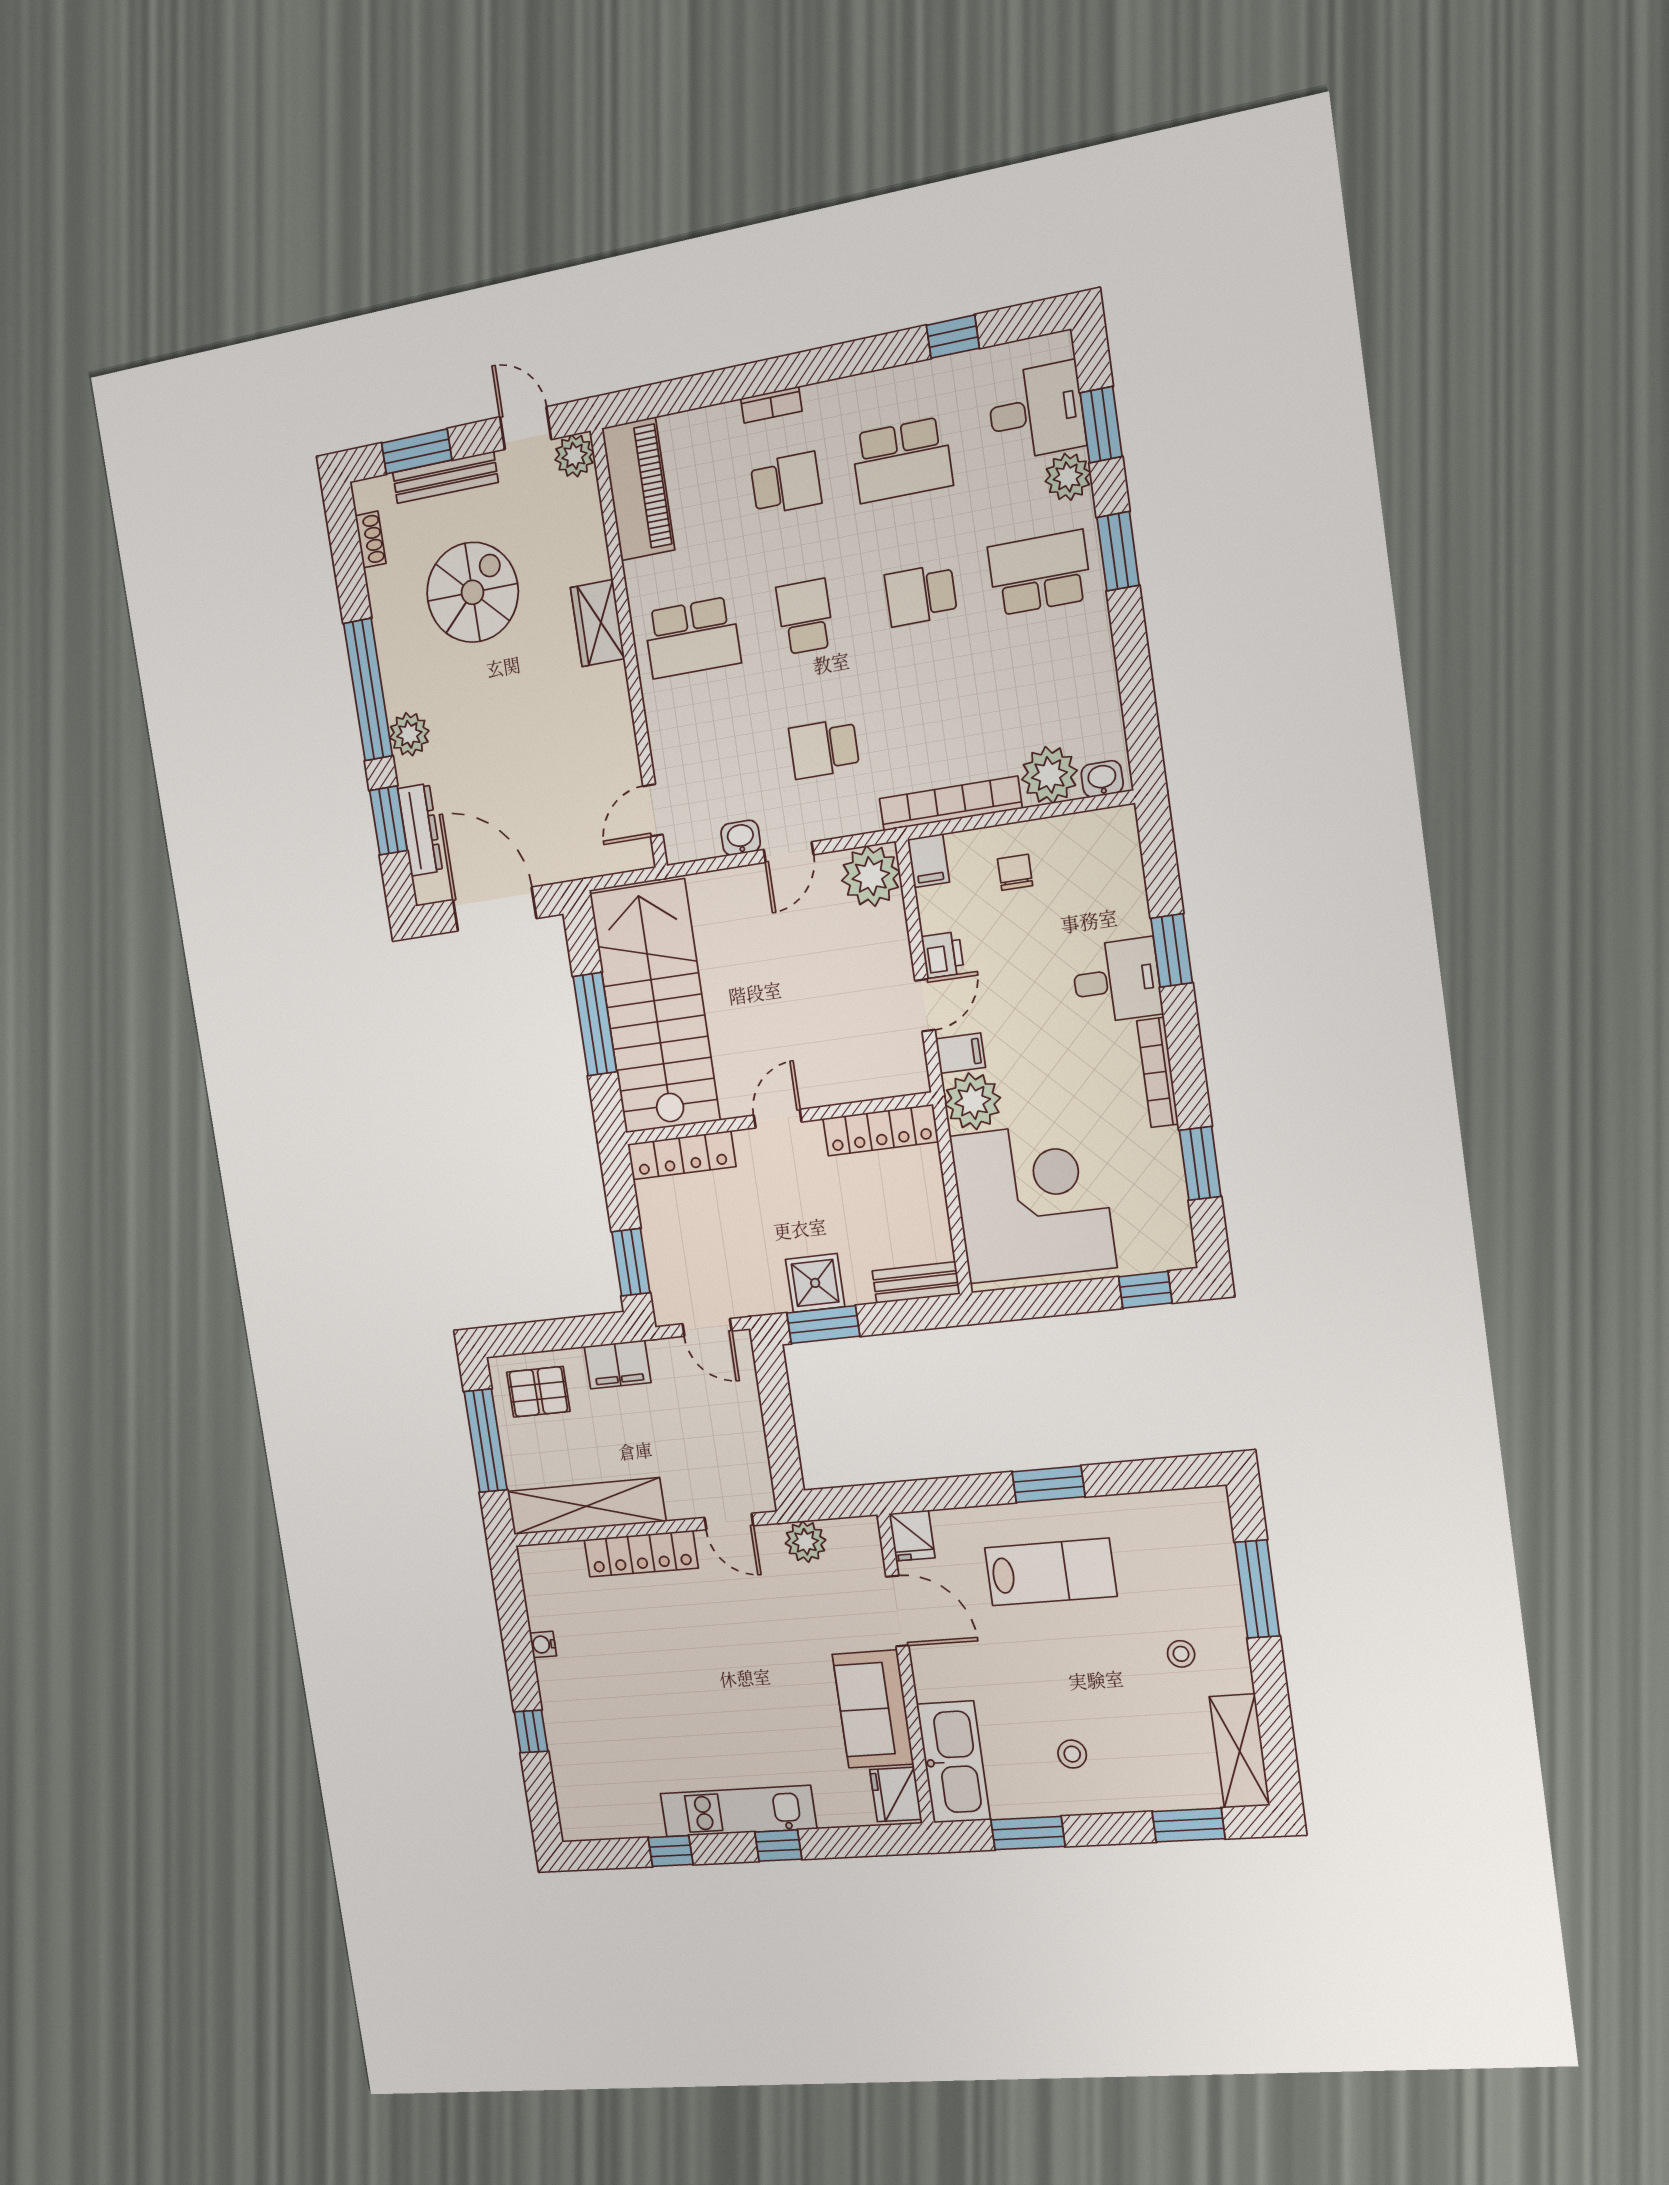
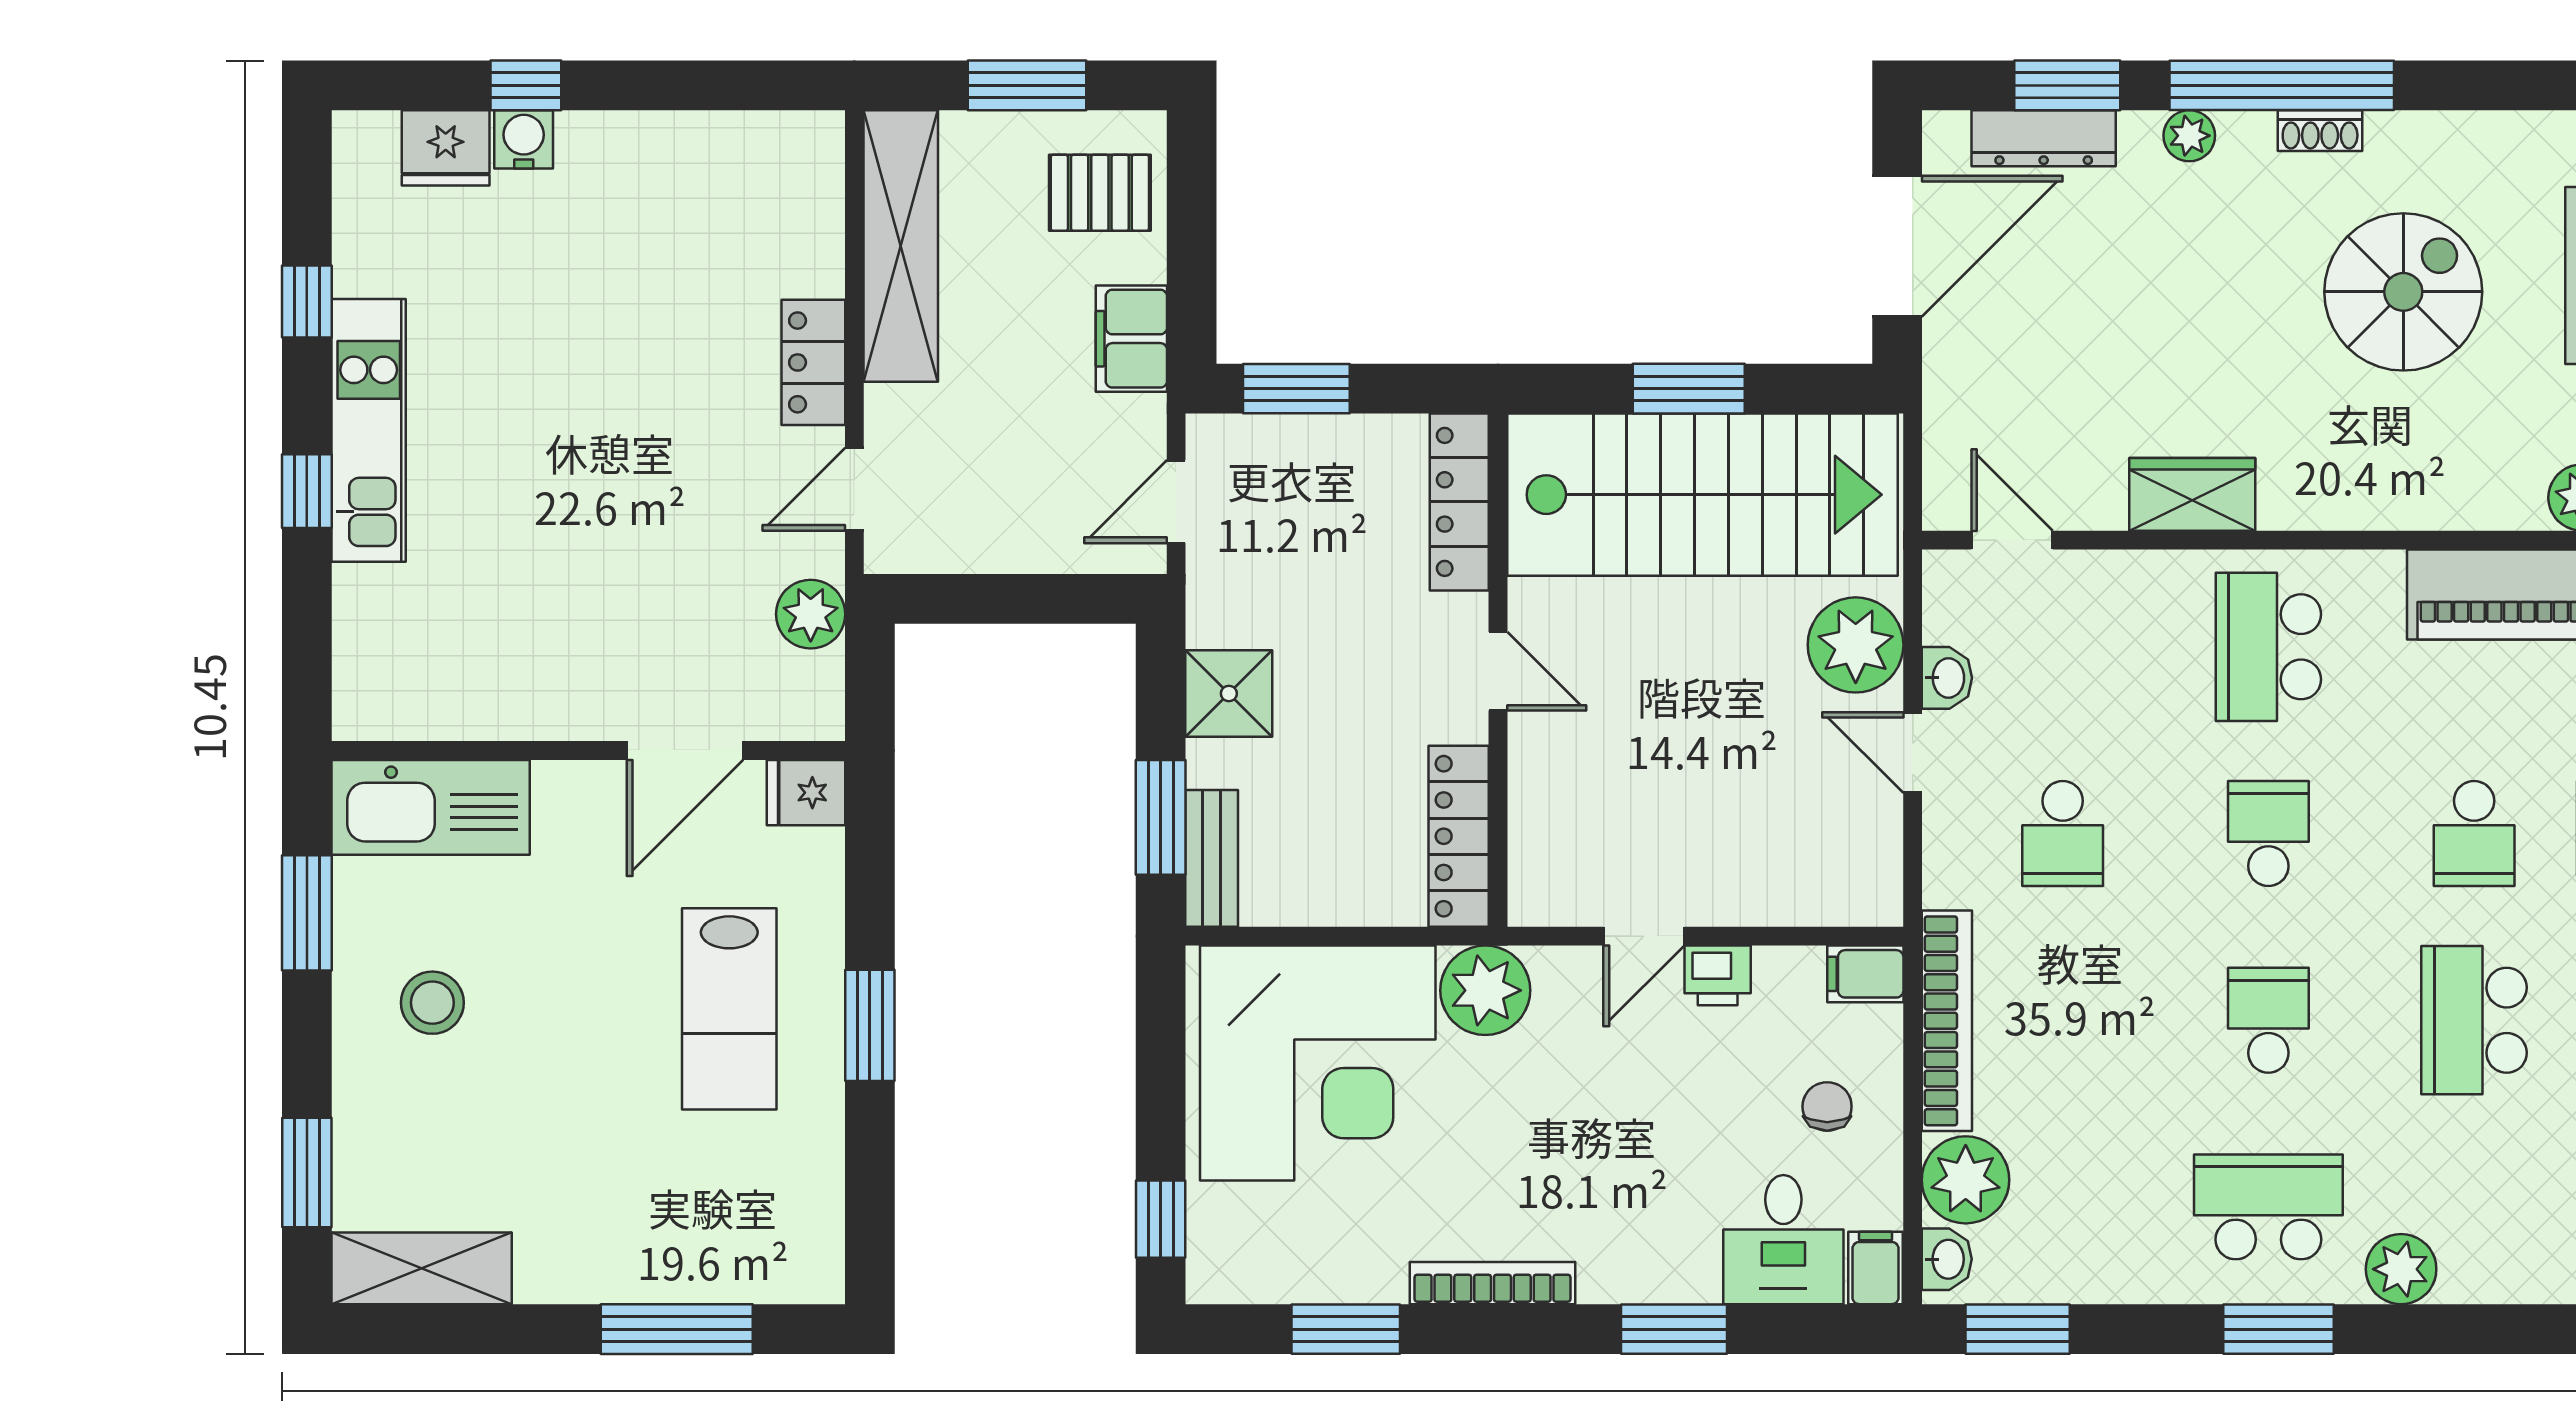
desk: (1036, 411) -> (2506, 1235), removed
window: (1101, 425) -> (2018, 1329), moved
shoe rack: (370, 539) -> (2320, 131), moved
school desk: (1040, 573) -> (2268, 1207), turned -90
spiral stairs: (473, 592) -> (2403, 292), turned -90
school desk: (805, 617) -> (2268, 834), turned -90
wardrobe: (597, 623) -> (2192, 494), moved
plant: (409, 734) -> (2189, 136), width x0.73, depth x0.73
school desk: (824, 749) -> (2063, 834), turned 180
chair: (1015, 872) -> (1827, 1106), turned -90
plant: (871, 876) -> (1856, 645), moved
desk: (1117, 981) -> (1783, 1240), moved
door: (925, 1005) -> (1644, 936), hinge flipped
window: (595, 1024) -> (1689, 389), width x0.69
filing cabinet: (961, 1053) -> (1875, 1268), moved, turned 180
window: (823, 1324) -> (1161, 817), moved
pallet: (538, 1392) -> (1100, 193), turned 90
window: (486, 1441) -> (1027, 85), width x0.69
locker: (641, 1554) -> (813, 362), width x0.66
water cooler: (543, 1644) -> (524, 139), moved, width x1.38, depth x1.38
stool: (1181, 1654) -> (583, 1197), removed
sofa: (873, 1709) -> (526, 686), removed
stool: (1072, 1754) -> (432, 1003), width x1.37, depth x1.37
fridge: (896, 1794) -> (446, 148), moved, turned 180

